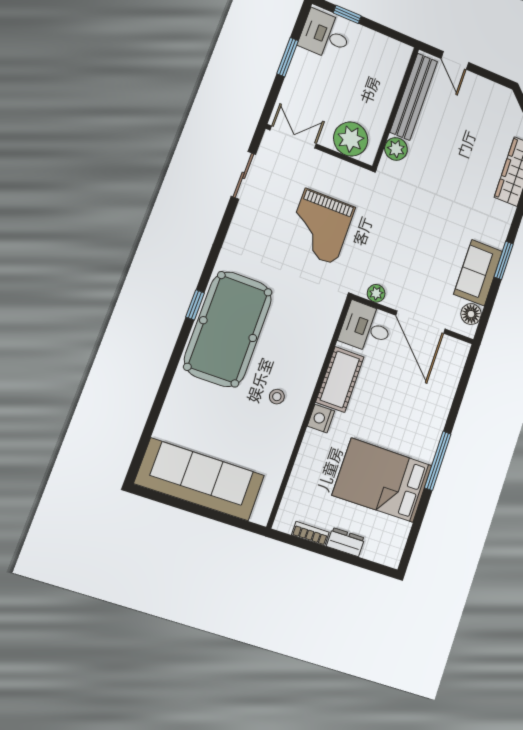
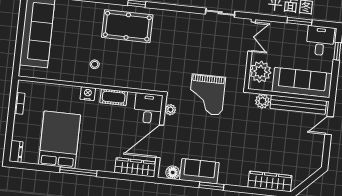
sofa: (382, 81) -> (302, 83), added
grand piano: (320, 227) -> (207, 95), moved, turned -90
pool table: (228, 329) -> (127, 26), width x0.73, depth x0.76
wardrobe: (451, 370) -> (135, 167), added
cot: (340, 379) -> (114, 97), width x0.73, depth x0.75
dresser: (346, 542) -> (16, 152), moved

